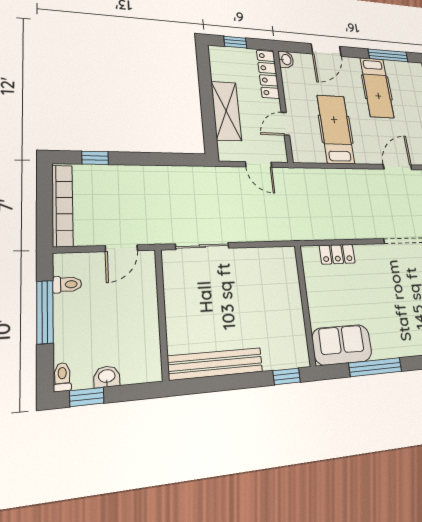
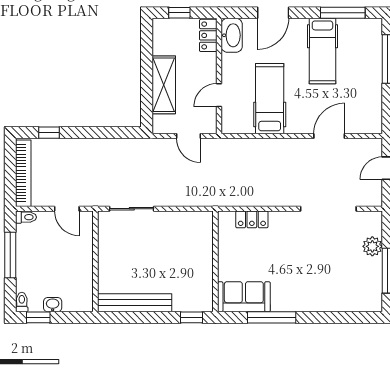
washbasin: (286, 60) -> (232, 35), width x1.91, depth x1.45
locker: (268, 74) -> (208, 35), width x0.66
door: (121, 248) -> (67, 209), hinge flipped
toilet: (67, 284) -> (26, 217), moved

